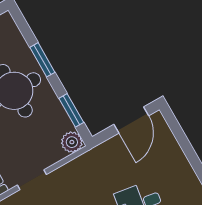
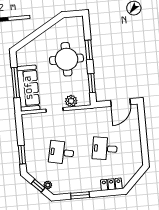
plant: (72, 142) -> (71, 101), moved

